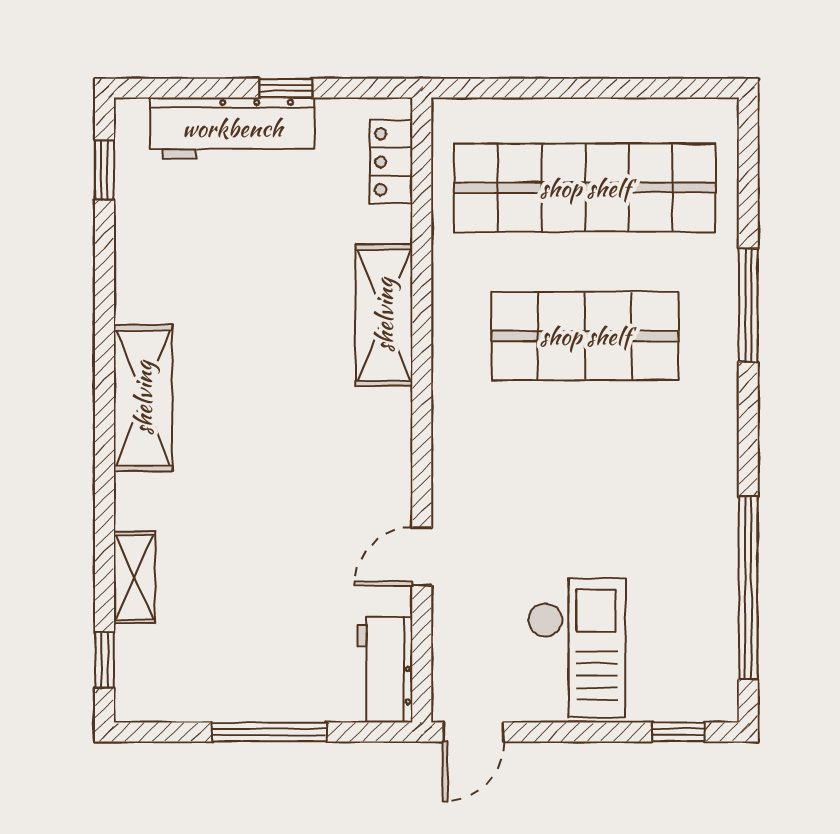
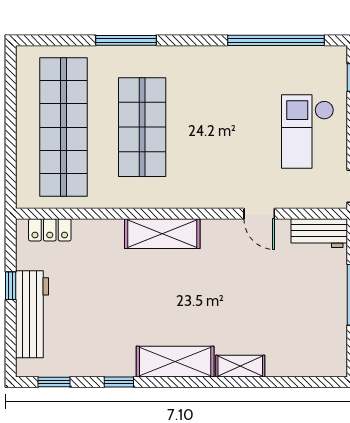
shelving: (384, 315) -> (162, 234), moved
shelving: (134, 577) -> (240, 366), moved
checkout: (576, 648) -> (308, 132), turned -90
window: (104, 660) -> (119, 382), moved

